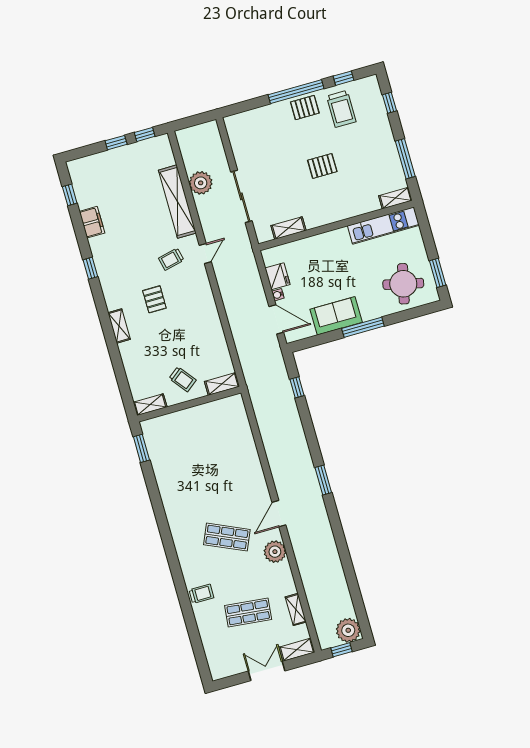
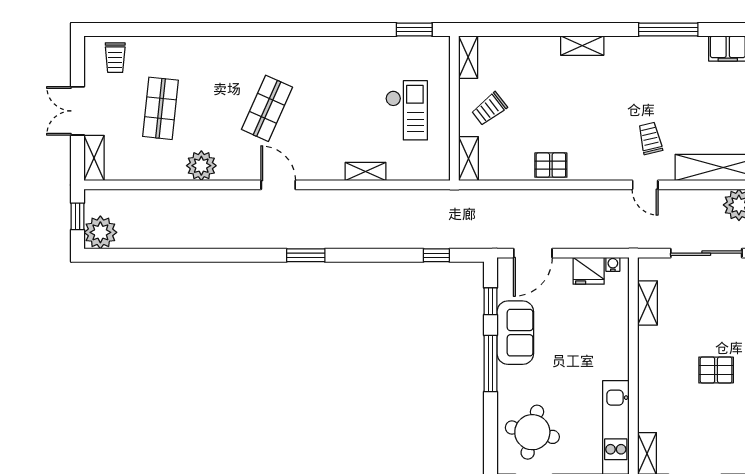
pallet: (322, 166) -> (716, 370), turned 90
window: (90, 268) -> (668, 30), width x2.17
water cooler: (278, 295) -> (613, 264), moved
pallet: (154, 299) -> (551, 165), moved
window: (319, 340) -> (491, 301), added
checkout: (200, 438) -> (407, 110), added
plant: (275, 552) -> (201, 166), moved
trolley: (201, 594) -> (115, 58), moved
shelving: (296, 609) -> (366, 172), moved
double door: (267, 671) -> (77, 111), swing flipped

